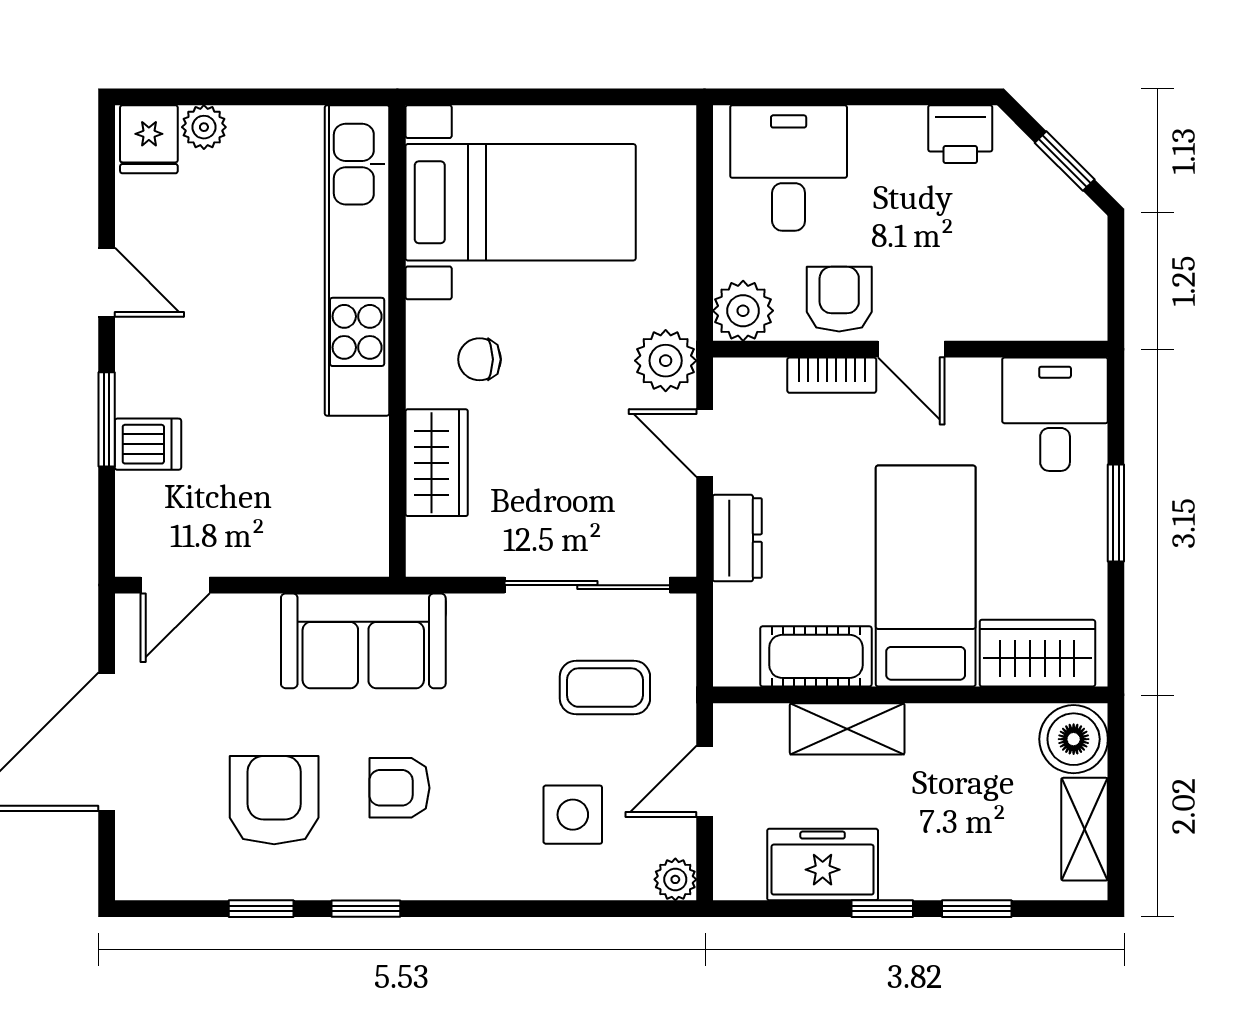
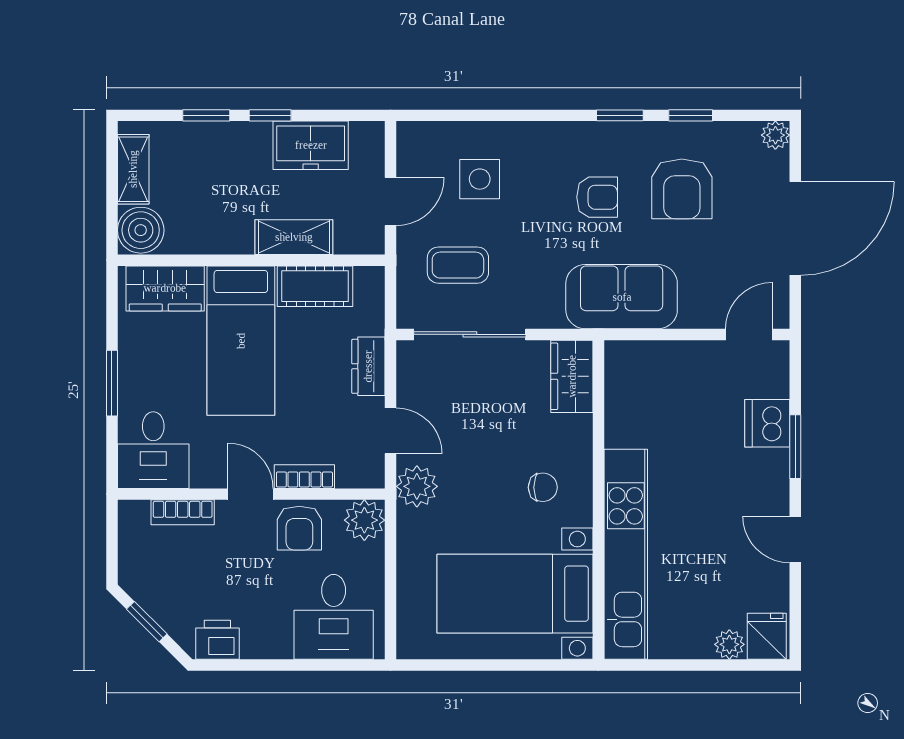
bookcase: (1012, 322) -> (183, 512), added
dishwasher: (148, 444) -> (767, 423), width x1.38
wardrobe: (437, 463) -> (572, 376), moved
plant: (675, 879) -> (775, 135), moved

